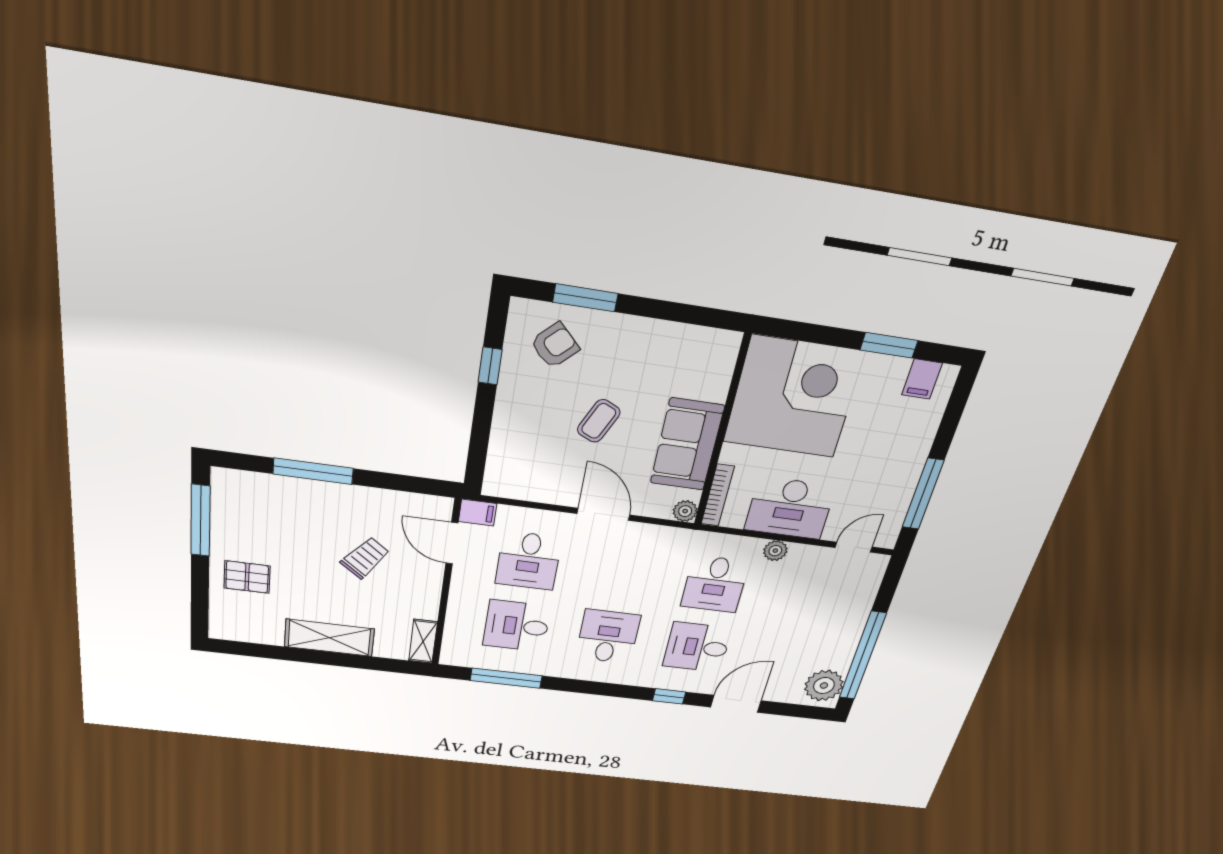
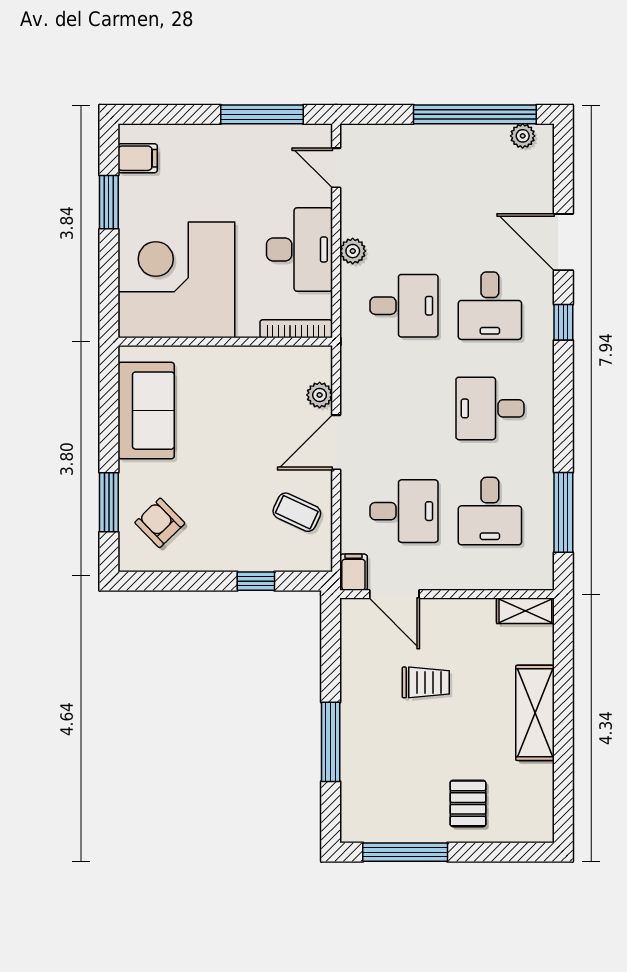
window: (490, 366) -> (256, 581), moved
coffee table: (599, 421) -> (297, 512), moved
sofa: (687, 445) -> (146, 411), moved, turned -90
plant: (685, 511) -> (320, 395), moved
door: (452, 543) -> (394, 594), hinge flipped
trolley: (365, 558) -> (426, 682), turned 143
plant: (824, 686) -> (523, 136), width x0.53, depth x0.53

